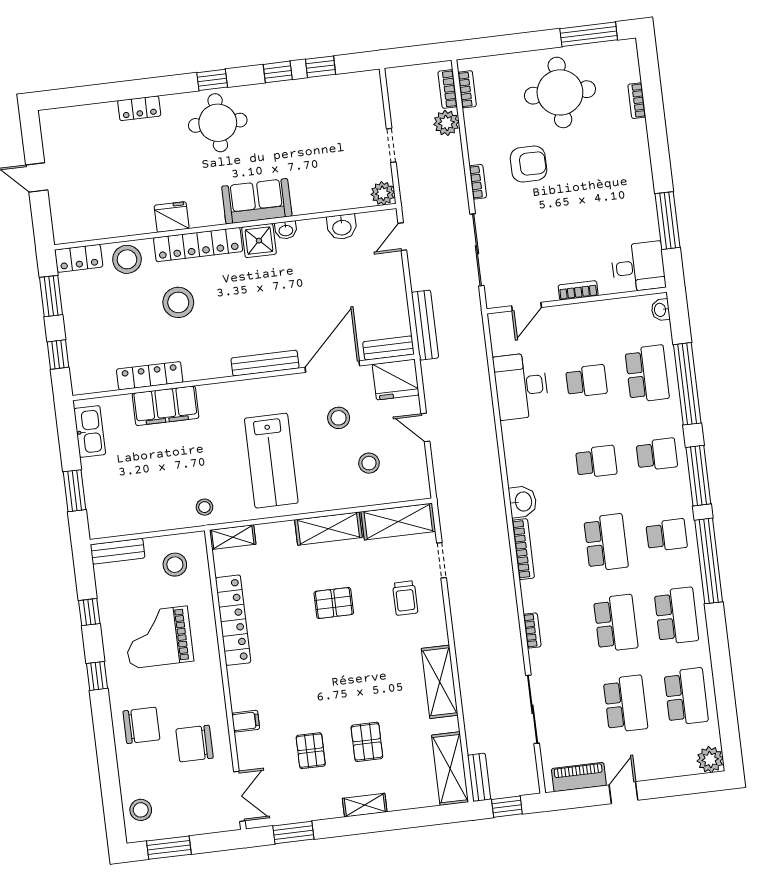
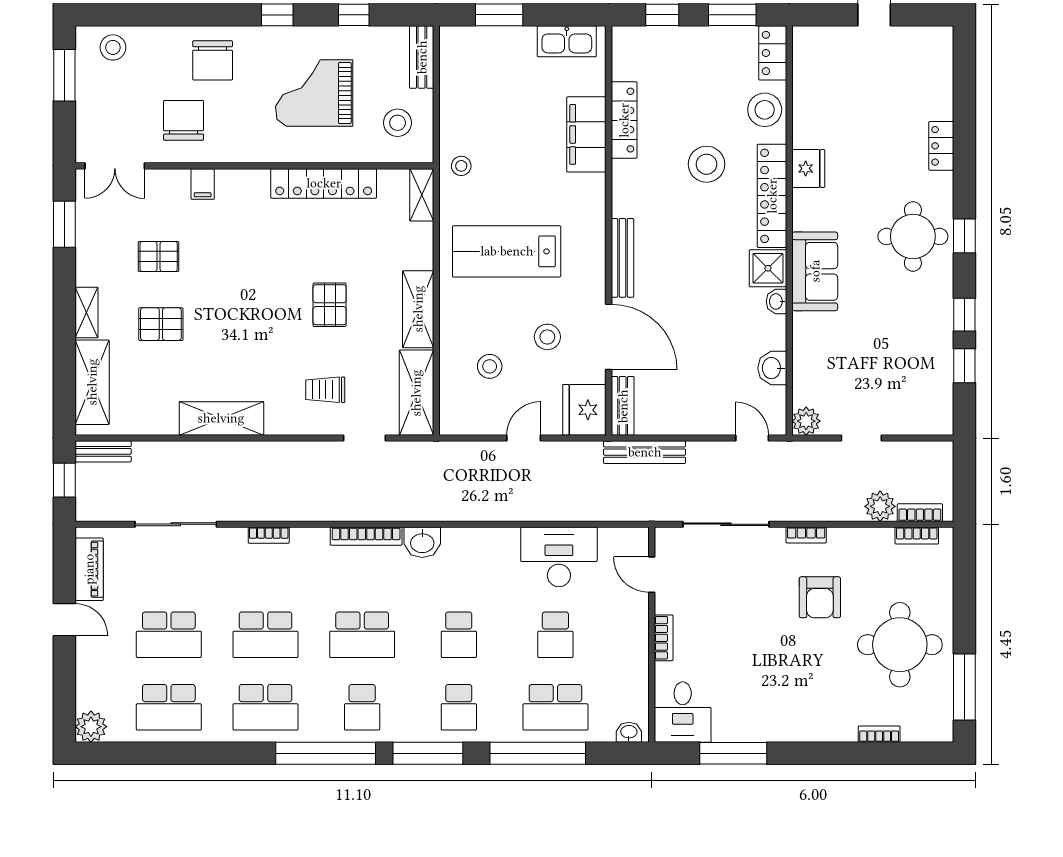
grand piano: (158, 637) -> (314, 93), turned -90
shelving: (450, 769) -> (92, 382), moved, turned 90

